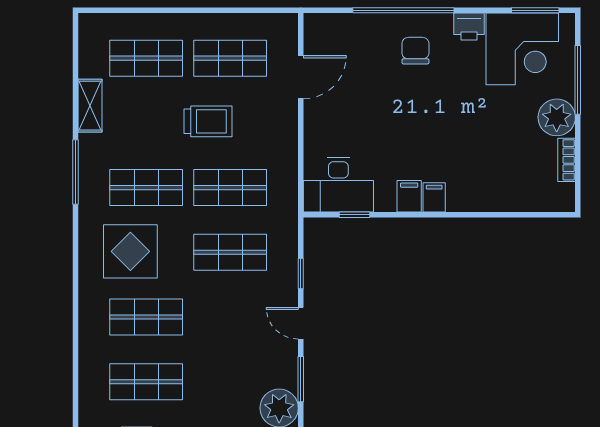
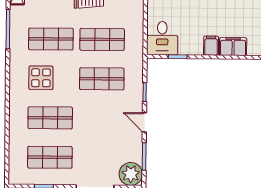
desk: (338, 185) -> (162, 38), width x0.73
filing cabinet: (434, 197) -> (233, 47), width x2.00
display table: (130, 251) -> (41, 78), width x0.73, depth x0.73

